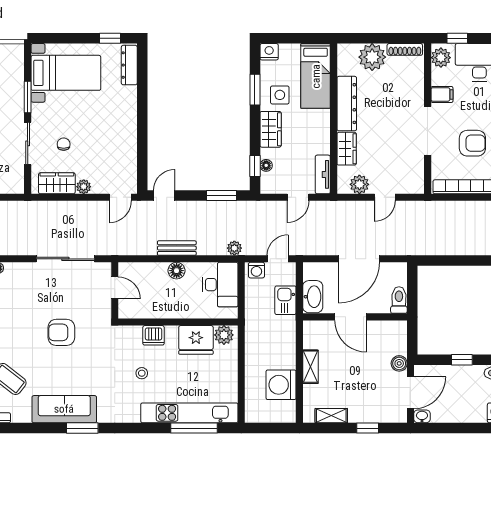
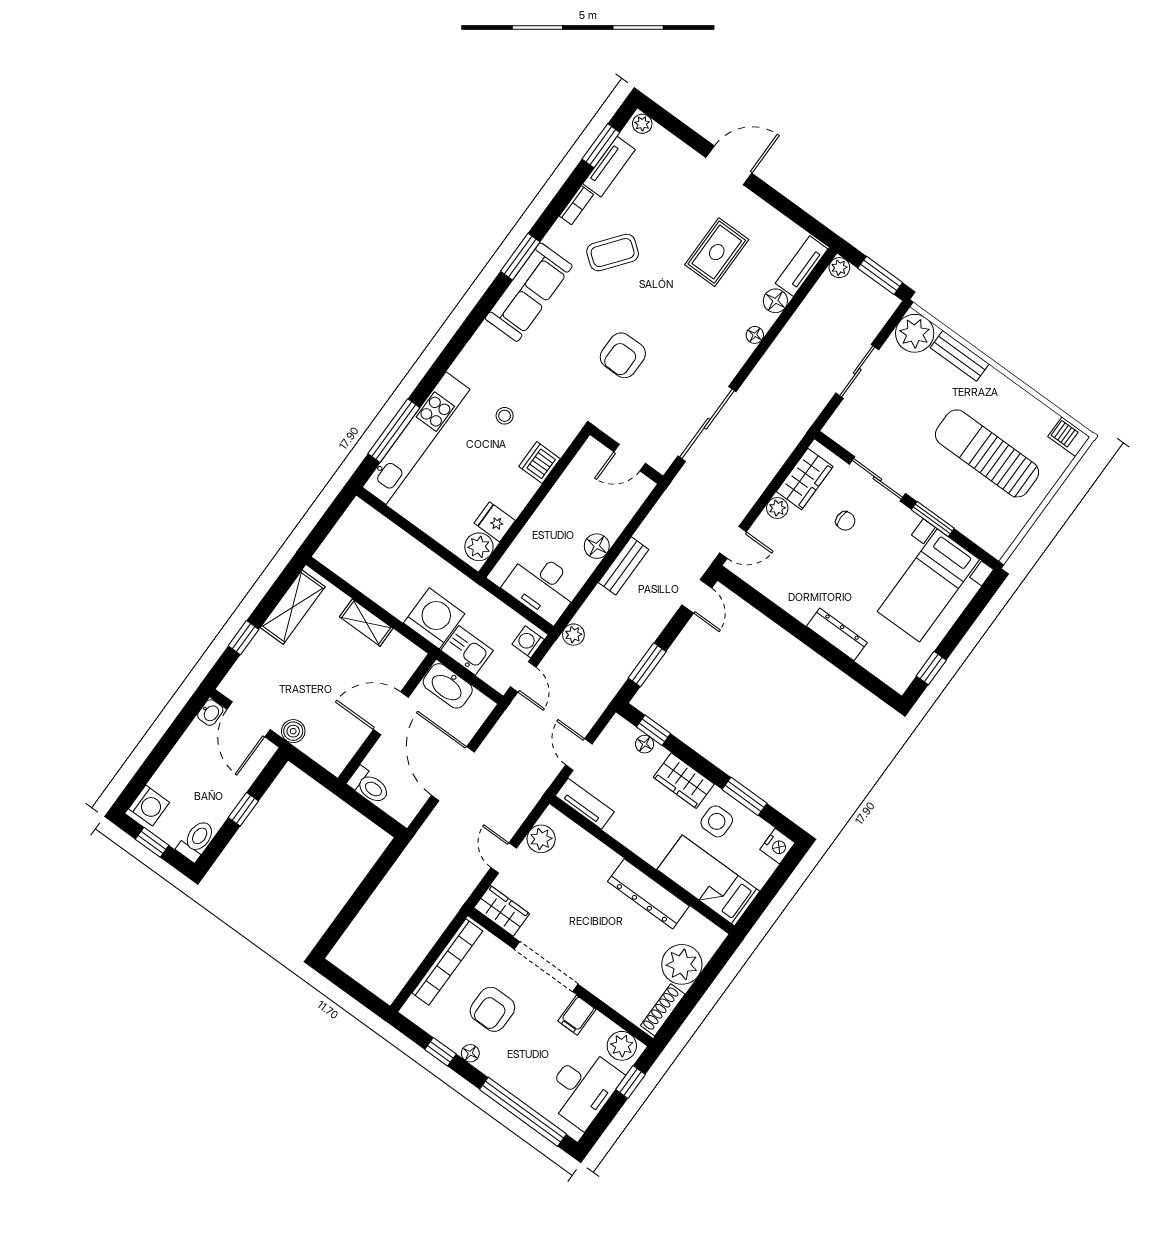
dresser: (129, 65) -> (837, 634), moved
wardrobe: (347, 149) -> (502, 911), moved, turned 180
door: (120, 197) -> (733, 542), swing flipped
armchair: (61, 332) -> (623, 355), turned 180
fridge: (196, 340) -> (495, 522), width x0.53, depth x0.75
washing machine: (281, 385) -> (434, 618), moved
shelving: (331, 416) -> (293, 607), width x1.50, depth x1.33
window: (82, 428) -> (520, 257), moved

